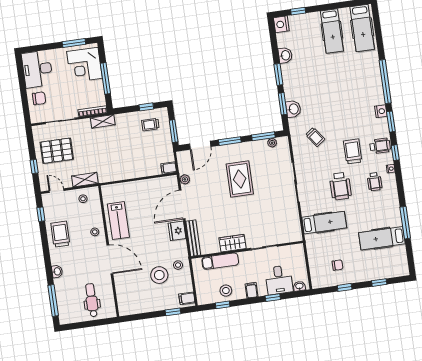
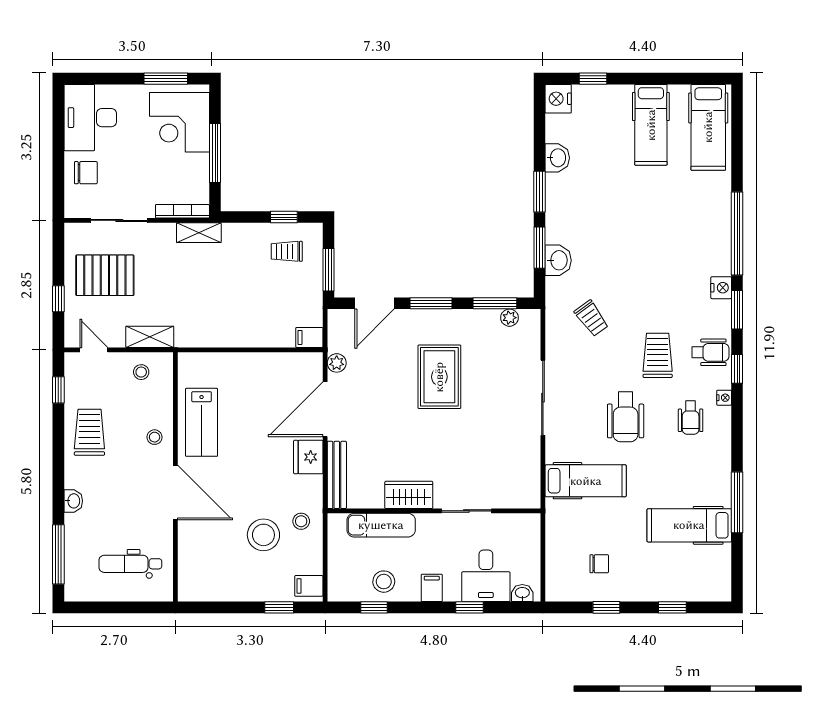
dental chair: (92, 300) -> (130, 564), turned -90

